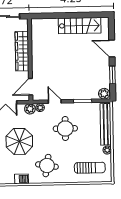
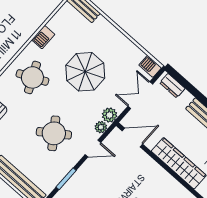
door: (31, 87) -> (132, 137), hinge flipped
round table: (65, 129) -> (54, 133), turned -35
round table: (47, 166) -> (32, 77), turned -34

